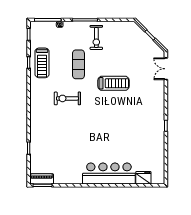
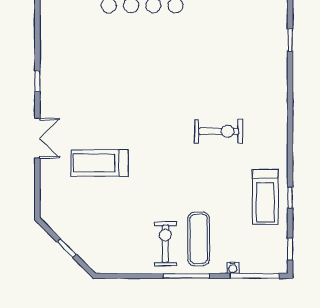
treadmill: (42, 63) -> (265, 197), turned 180
exercise mat: (78, 64) -> (199, 239), moved
double door: (166, 69) -> (37, 138), moved
treadmill: (114, 83) -> (100, 163), moved

